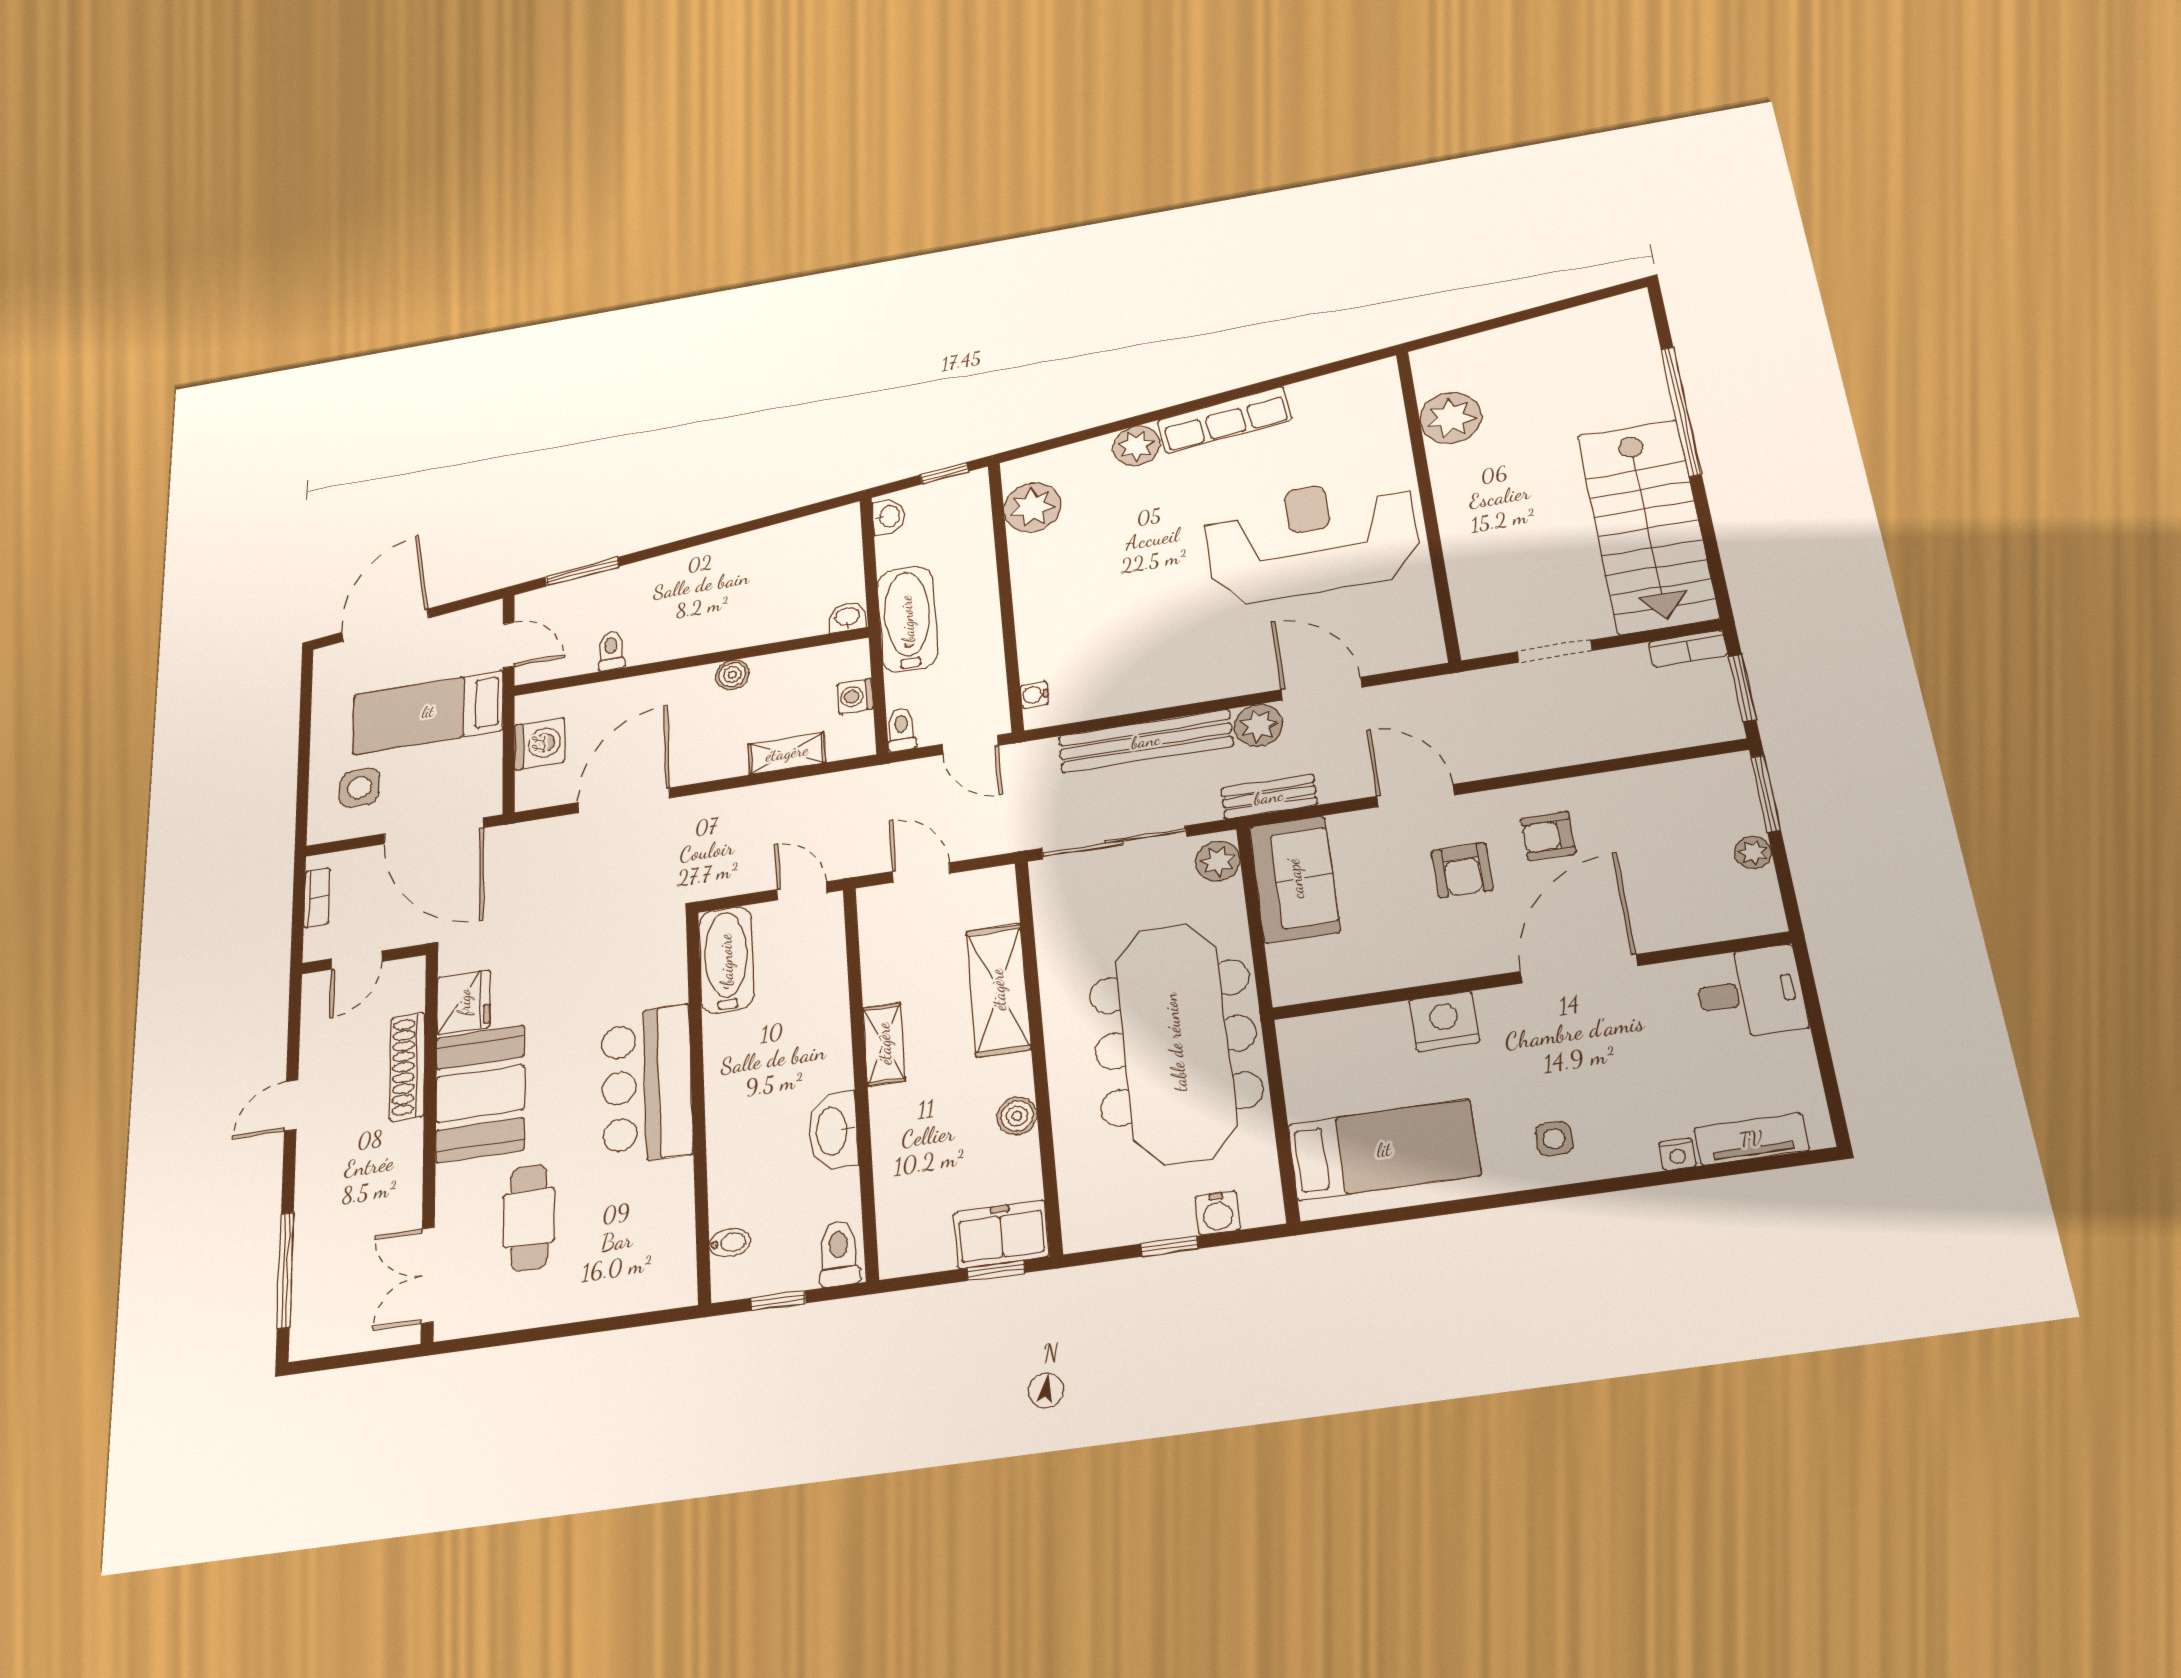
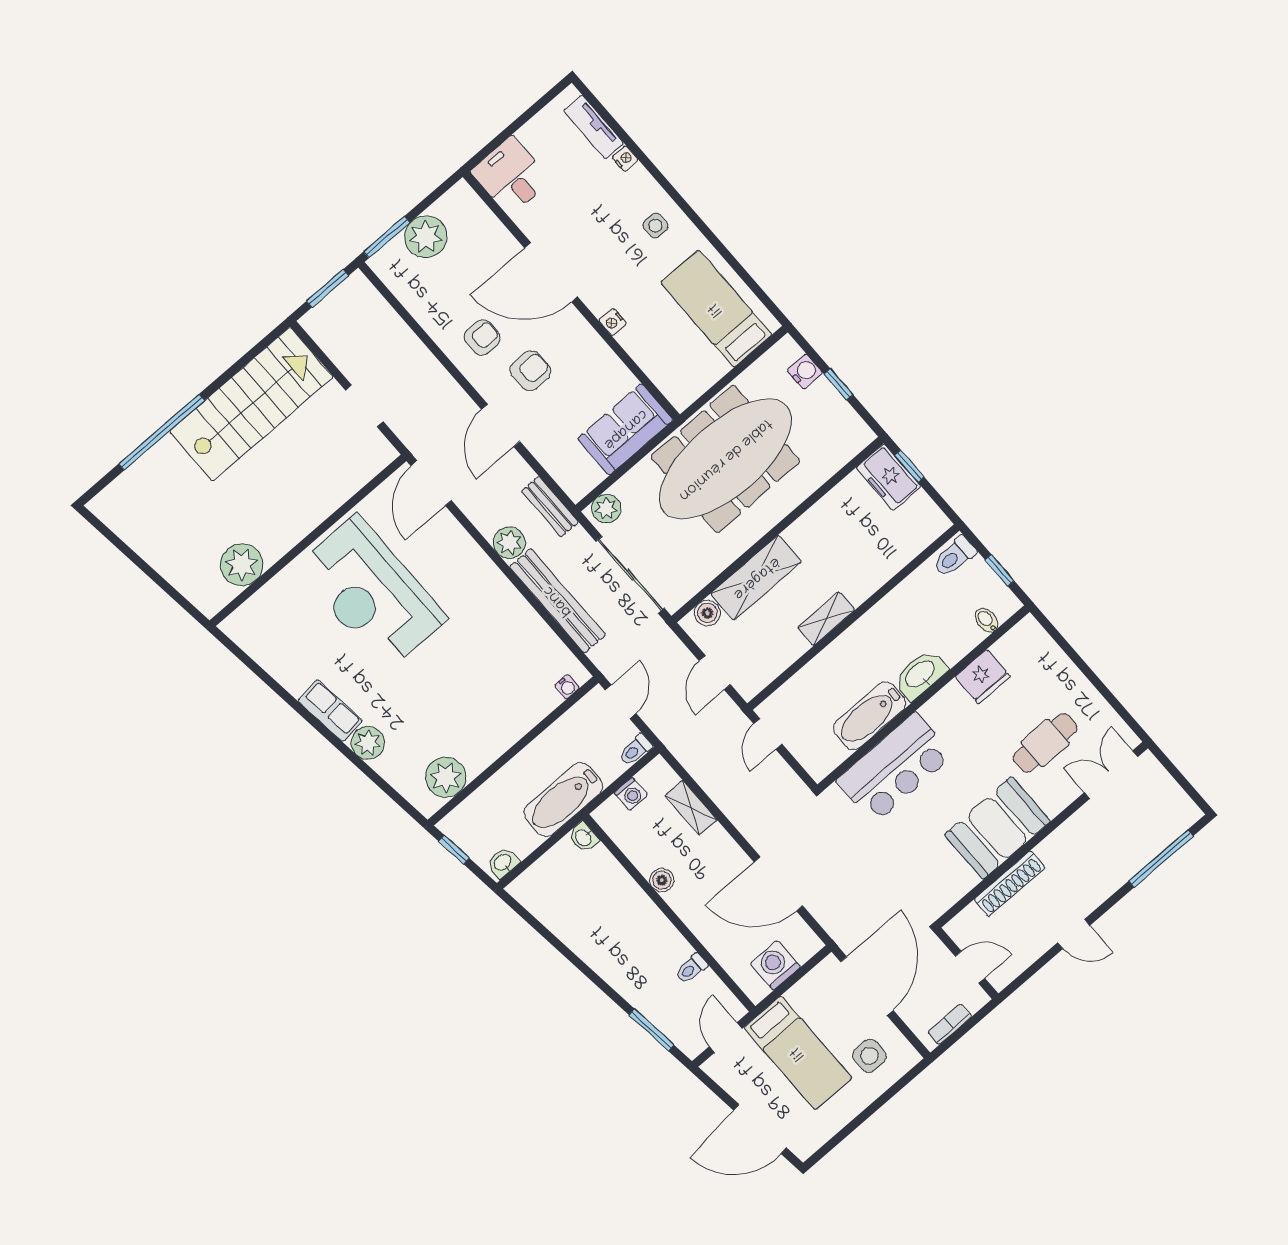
row of seats: (1225, 420) -> (330, 711), width x0.68
bookcase: (1688, 648) -> (319, 333), removed
door: (1321, 689) -> (431, 483), moved
armchair: (1548, 836) -> (482, 338), turned -90
plant: (1753, 853) -> (426, 237), width x1.88, depth x1.88
sofa: (1295, 879) -> (625, 429), moved
bathtub: (726, 960) -> (870, 716), moved
fridge: (464, 1002) -> (983, 677), moved, turned 180
nightstand: (1444, 1021) -> (613, 322), width x0.53, depth x0.56
bar counter: (647, 1084) -> (895, 768), moved
boiler: (1017, 1116) -> (707, 613), moved
washbasin: (833, 1131) -> (921, 674), moved, turned 180
double door: (428, 1275) -> (1111, 775), swing flipped

